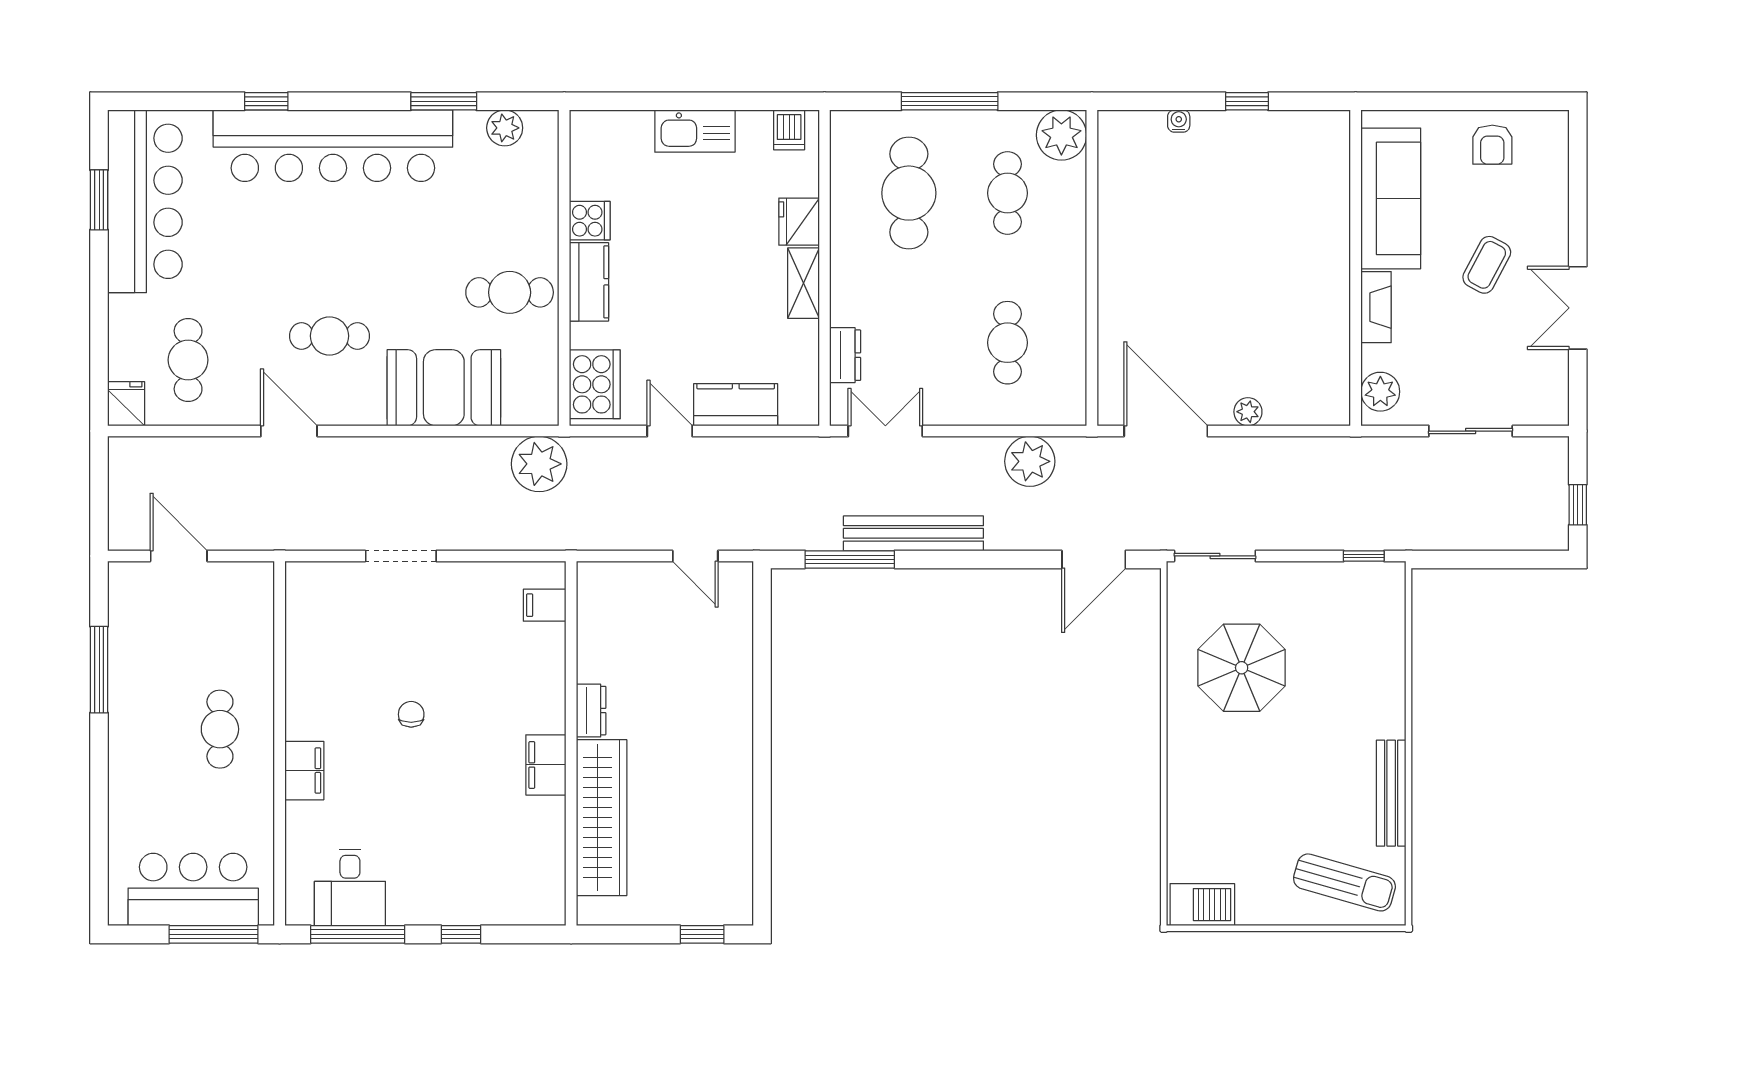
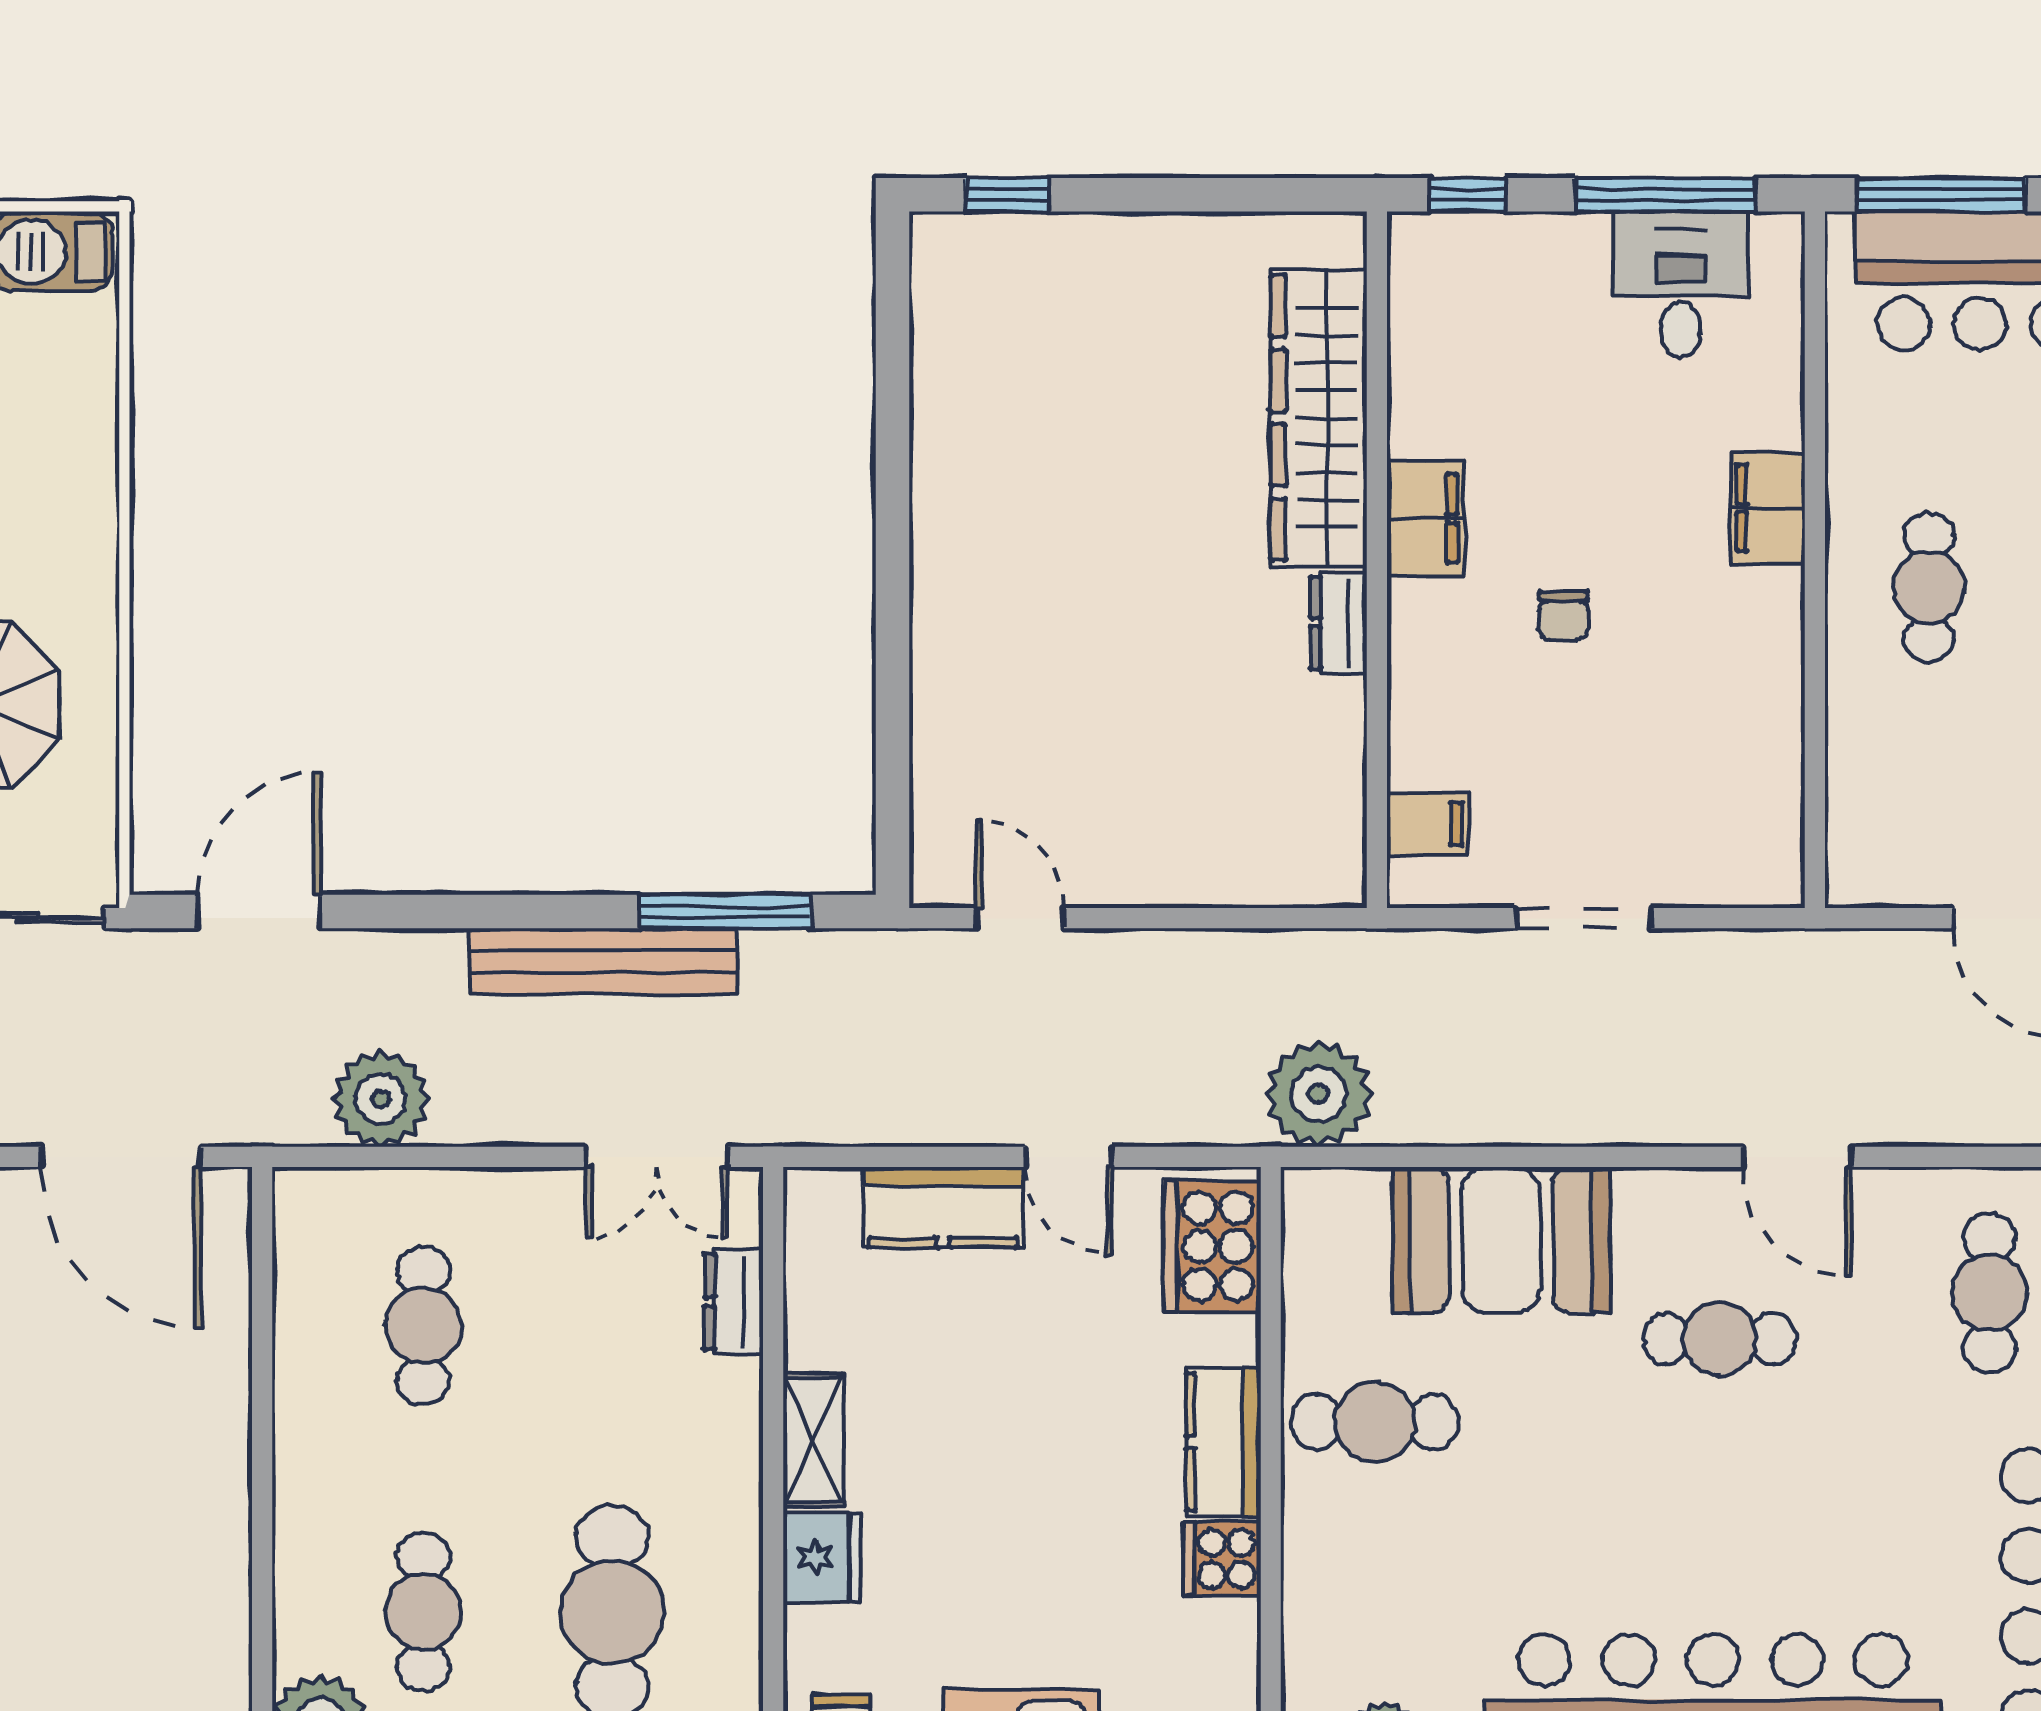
filing cabinet: (545, 605) -> (1428, 824), moved
dresser: (591, 711) -> (1339, 623), moved
wall: (571, 743) -> (1377, 560), moved
filing cabinet: (546, 765) -> (1425, 519), moved
wardrobe: (602, 818) -> (1319, 418), moved

